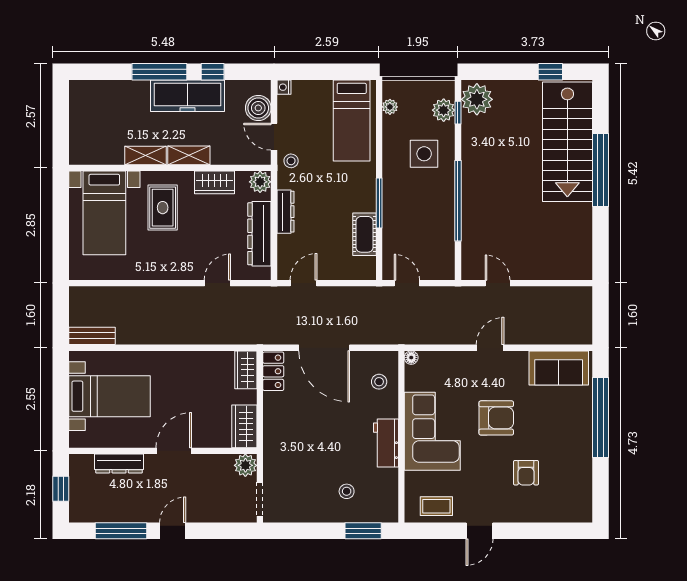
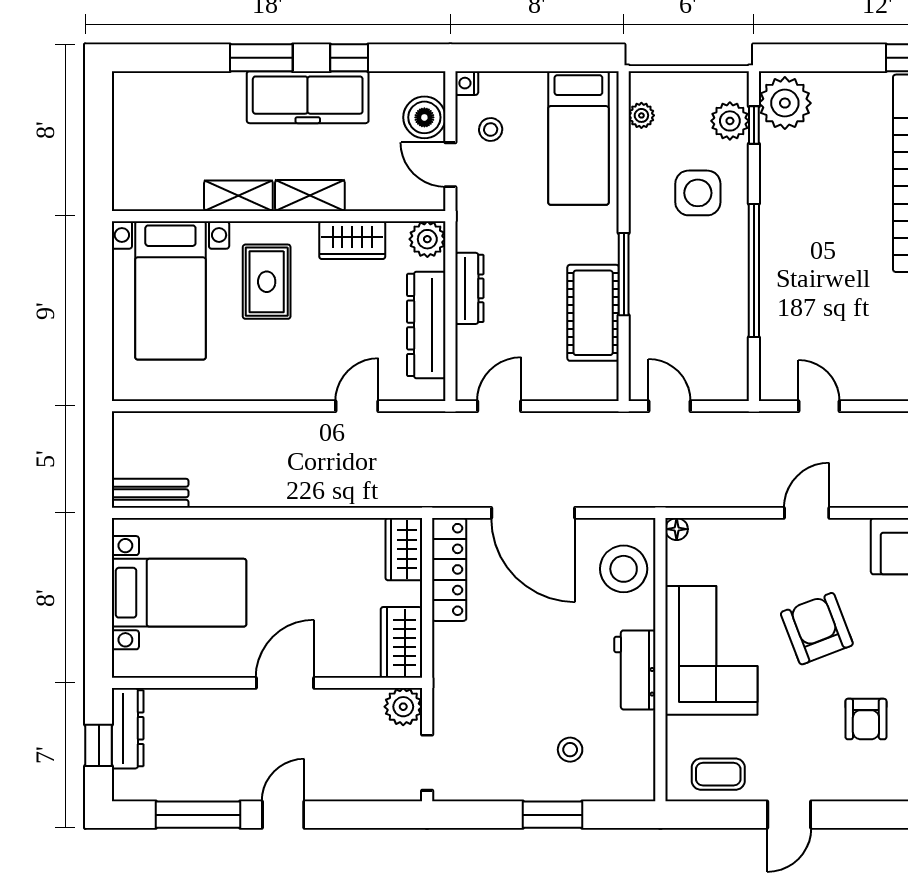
window: (159, 72) -> (261, 58), width x0.69
stool: (291, 161) -> (491, 129), moved
cot: (365, 234) -> (593, 313), width x1.37, depth x1.34
locker: (273, 371) -> (449, 569), width x1.53
stool: (379, 382) -> (624, 569), width x1.89, depth x1.89
armchair: (496, 418) -> (817, 629), turned -111
dresser: (119, 463) -> (128, 728), moved, turned -90
window: (363, 531) -> (553, 815), moved

